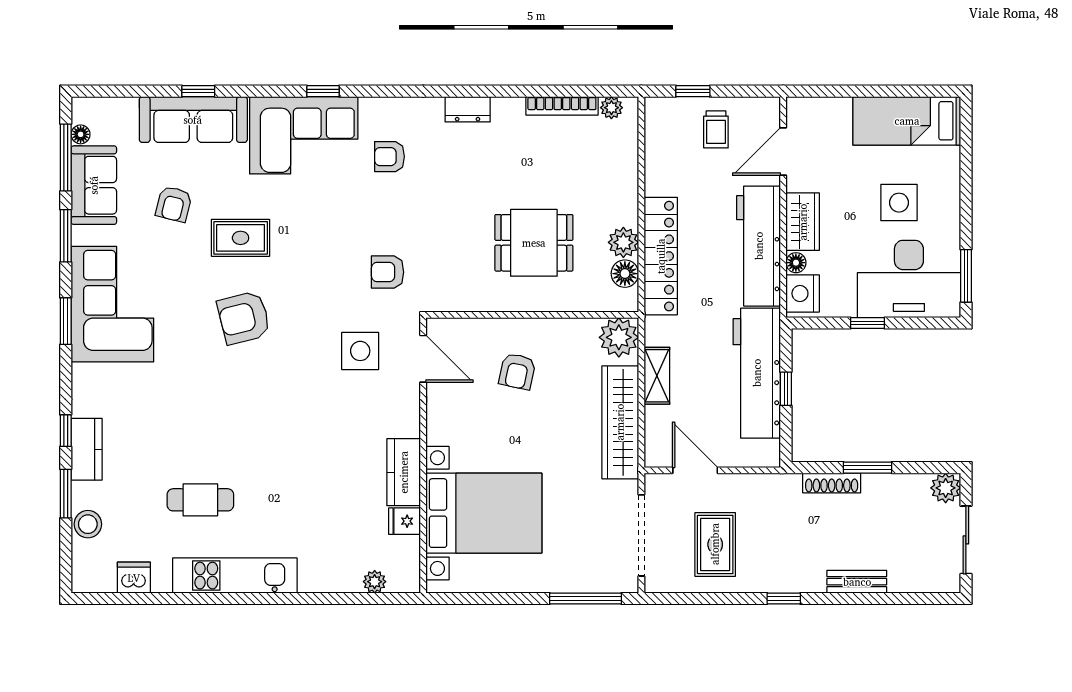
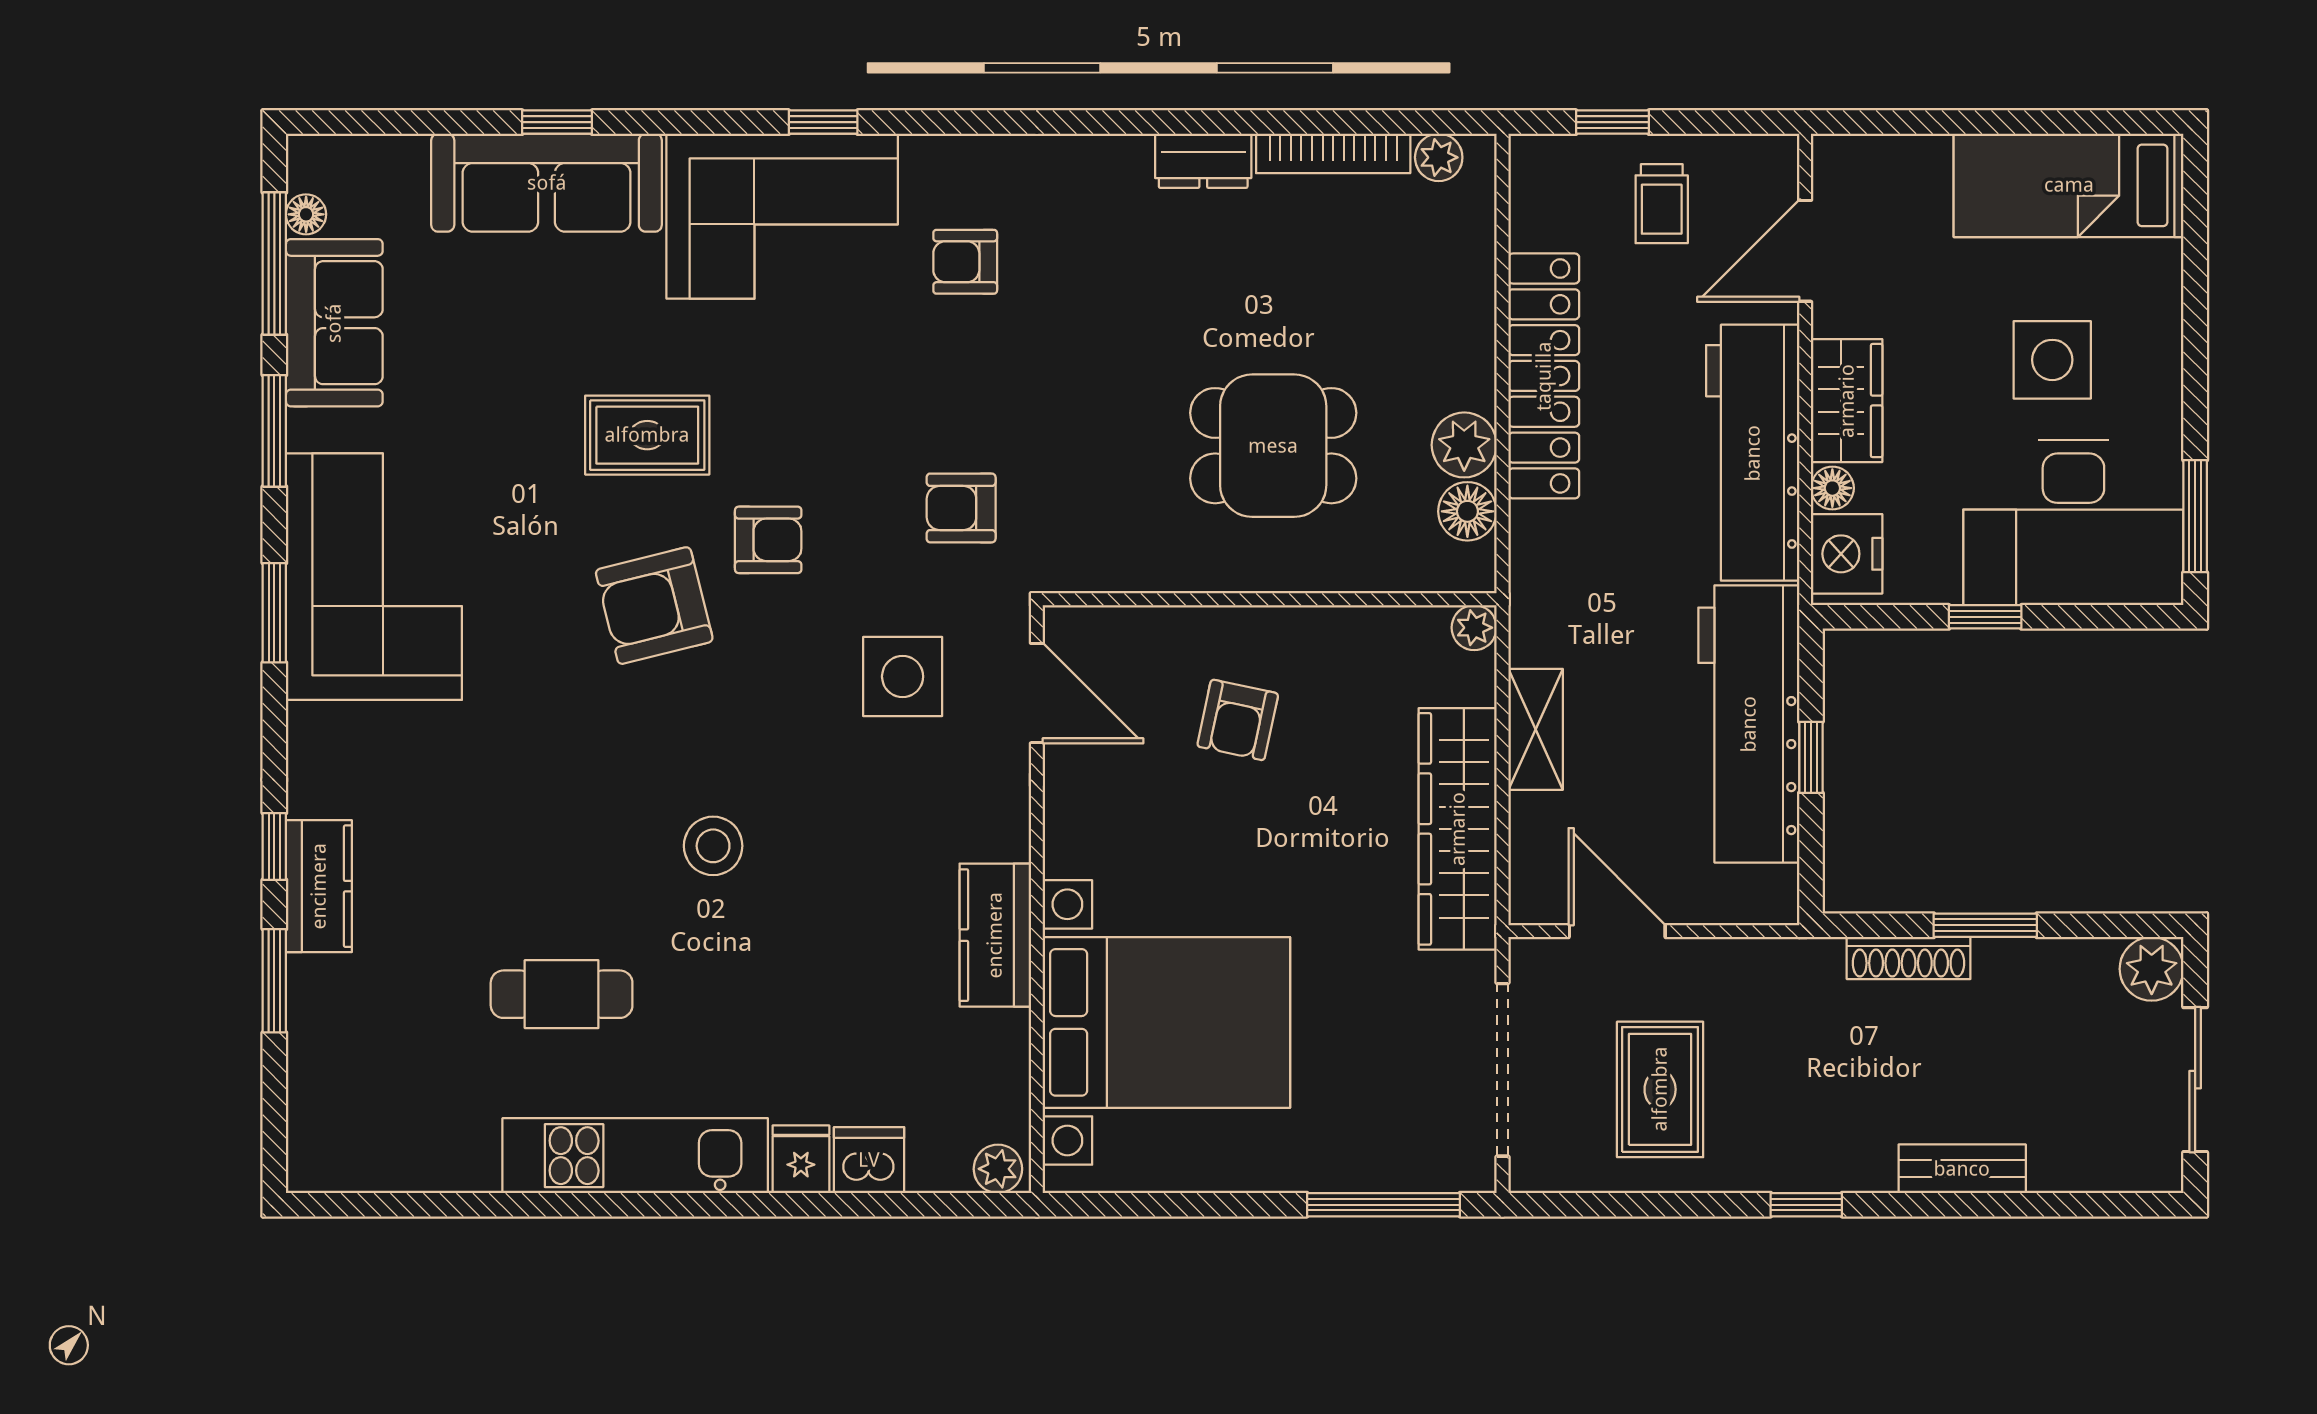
dresser: (468, 109) -> (1203, 161), moved
armchair: (174, 204) -> (768, 540), moved, turned -104
locker: (661, 256) -> (1544, 376), moved
plant: (619, 337) -> (1474, 628), width x0.53, depth x0.53
fridge: (405, 521) -> (801, 1159), moved, turned 90
stool: (88, 524) -> (713, 846), moved
dishwasher: (134, 578) -> (869, 1160), moved
plant: (375, 582) -> (998, 1169), moved

